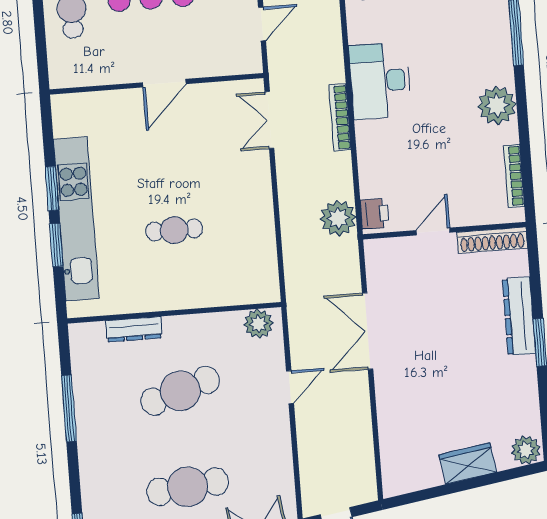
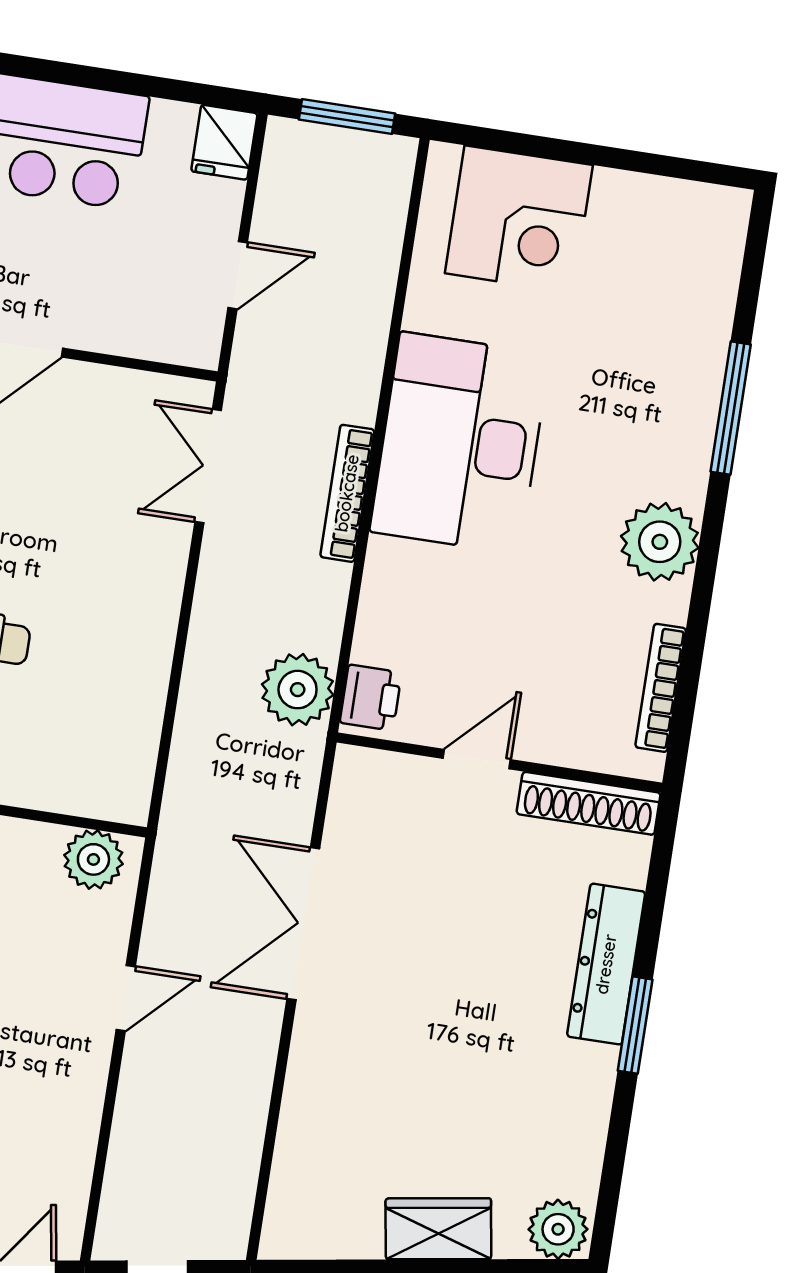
desk: (380, 81) -> (460, 443), width x1.36, depth x1.30

